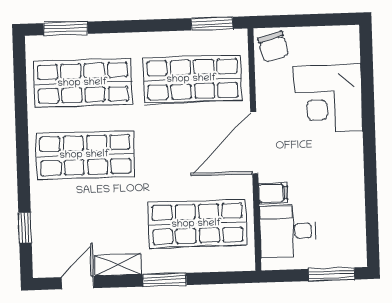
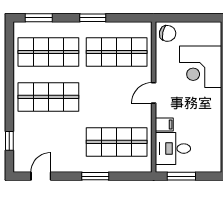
window: (212, 24) -> (93, 18), moved
chair: (273, 47) -> (168, 33), turned -63
door: (254, 143) -> (154, 93), width x0.53
shelving: (118, 265) -> (66, 166), removed
window: (332, 274) -> (181, 176), moved

